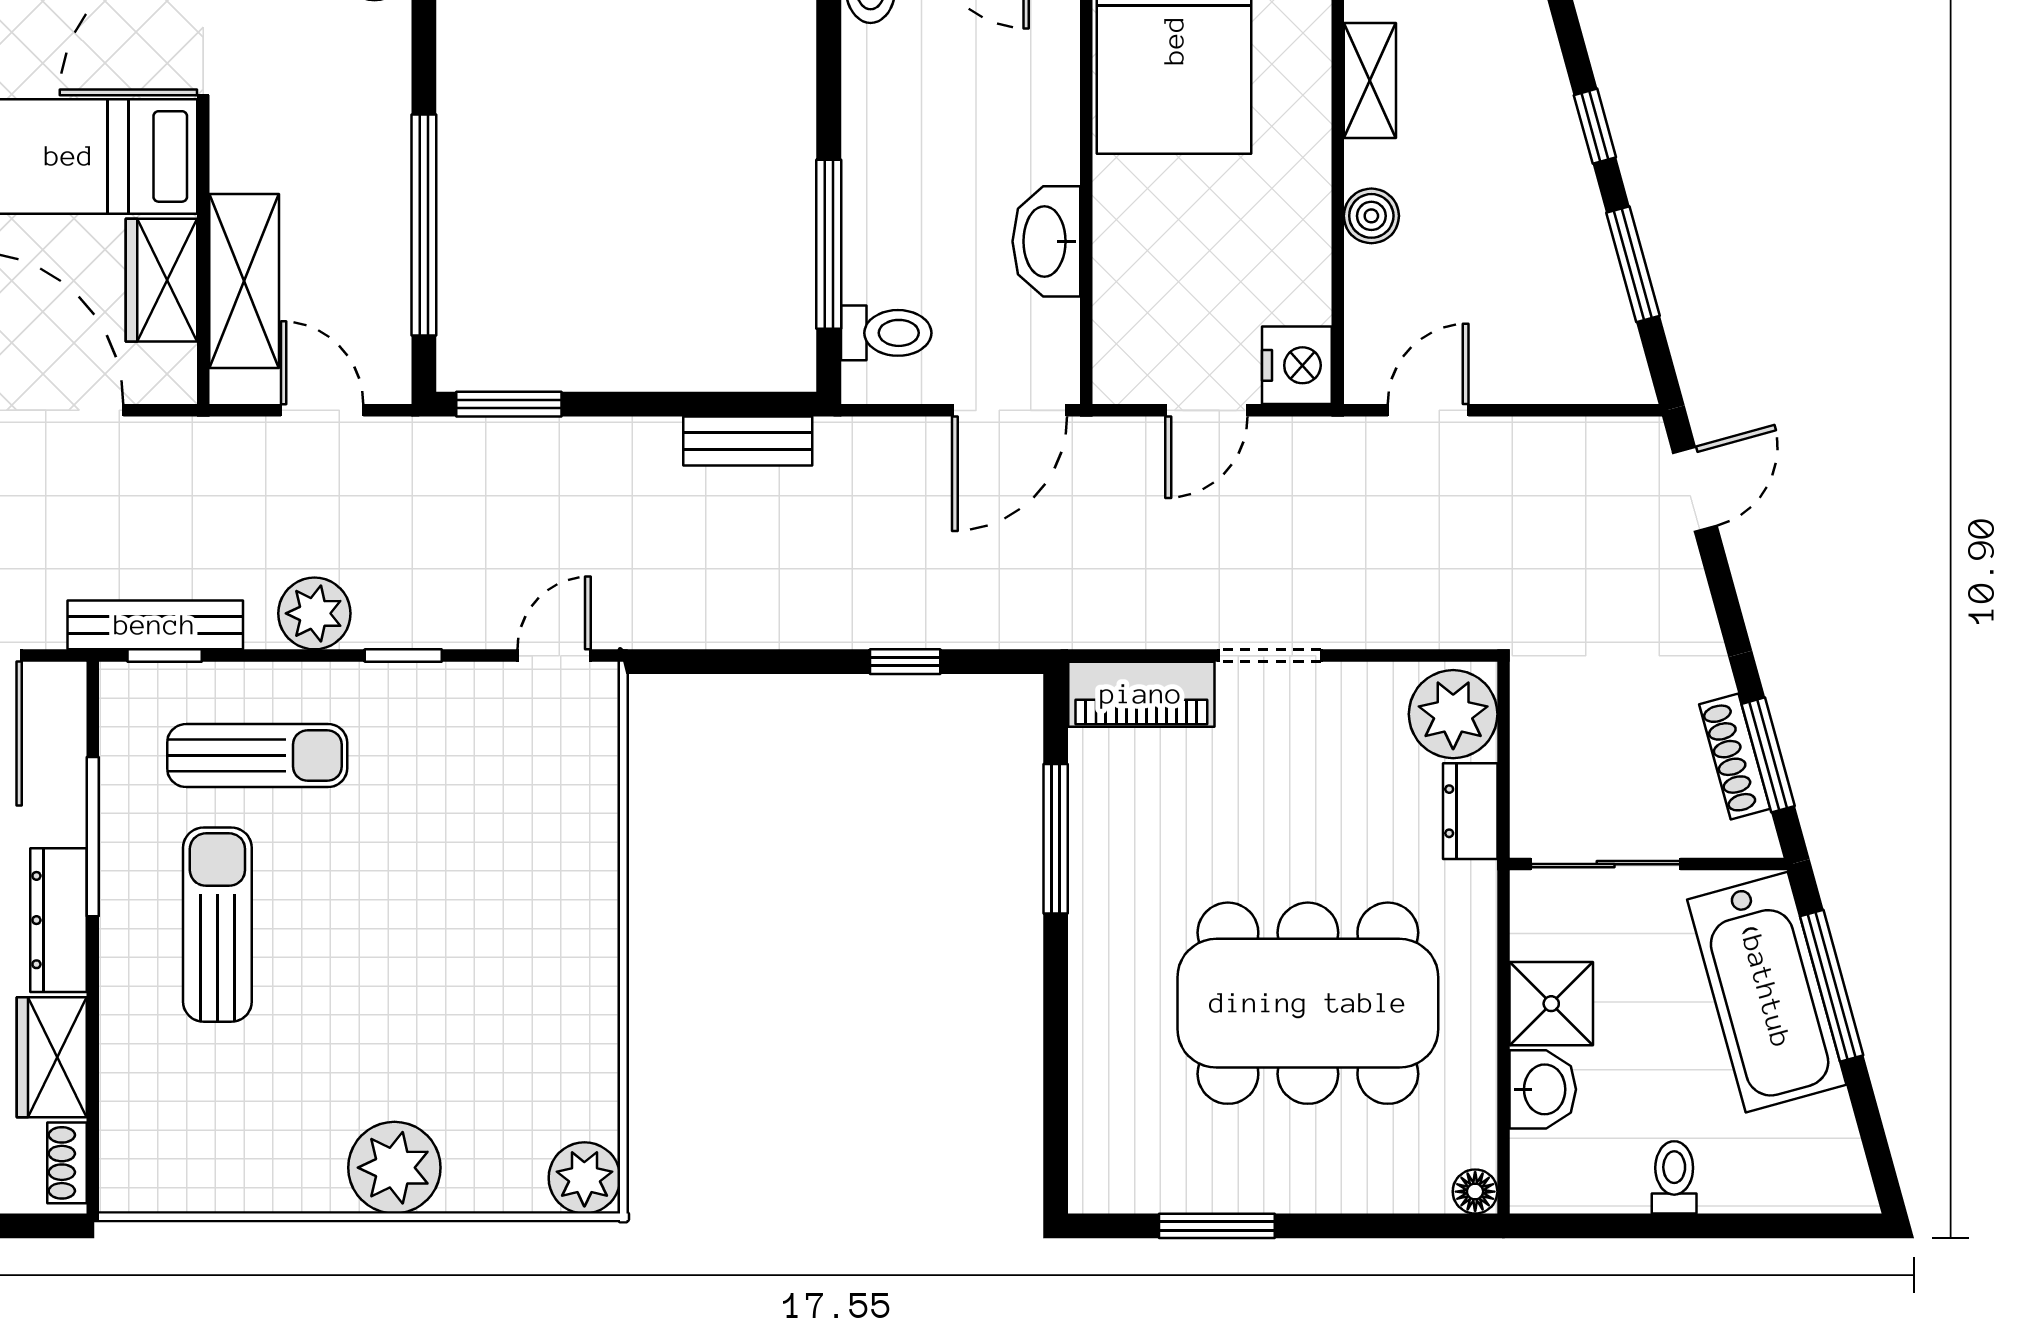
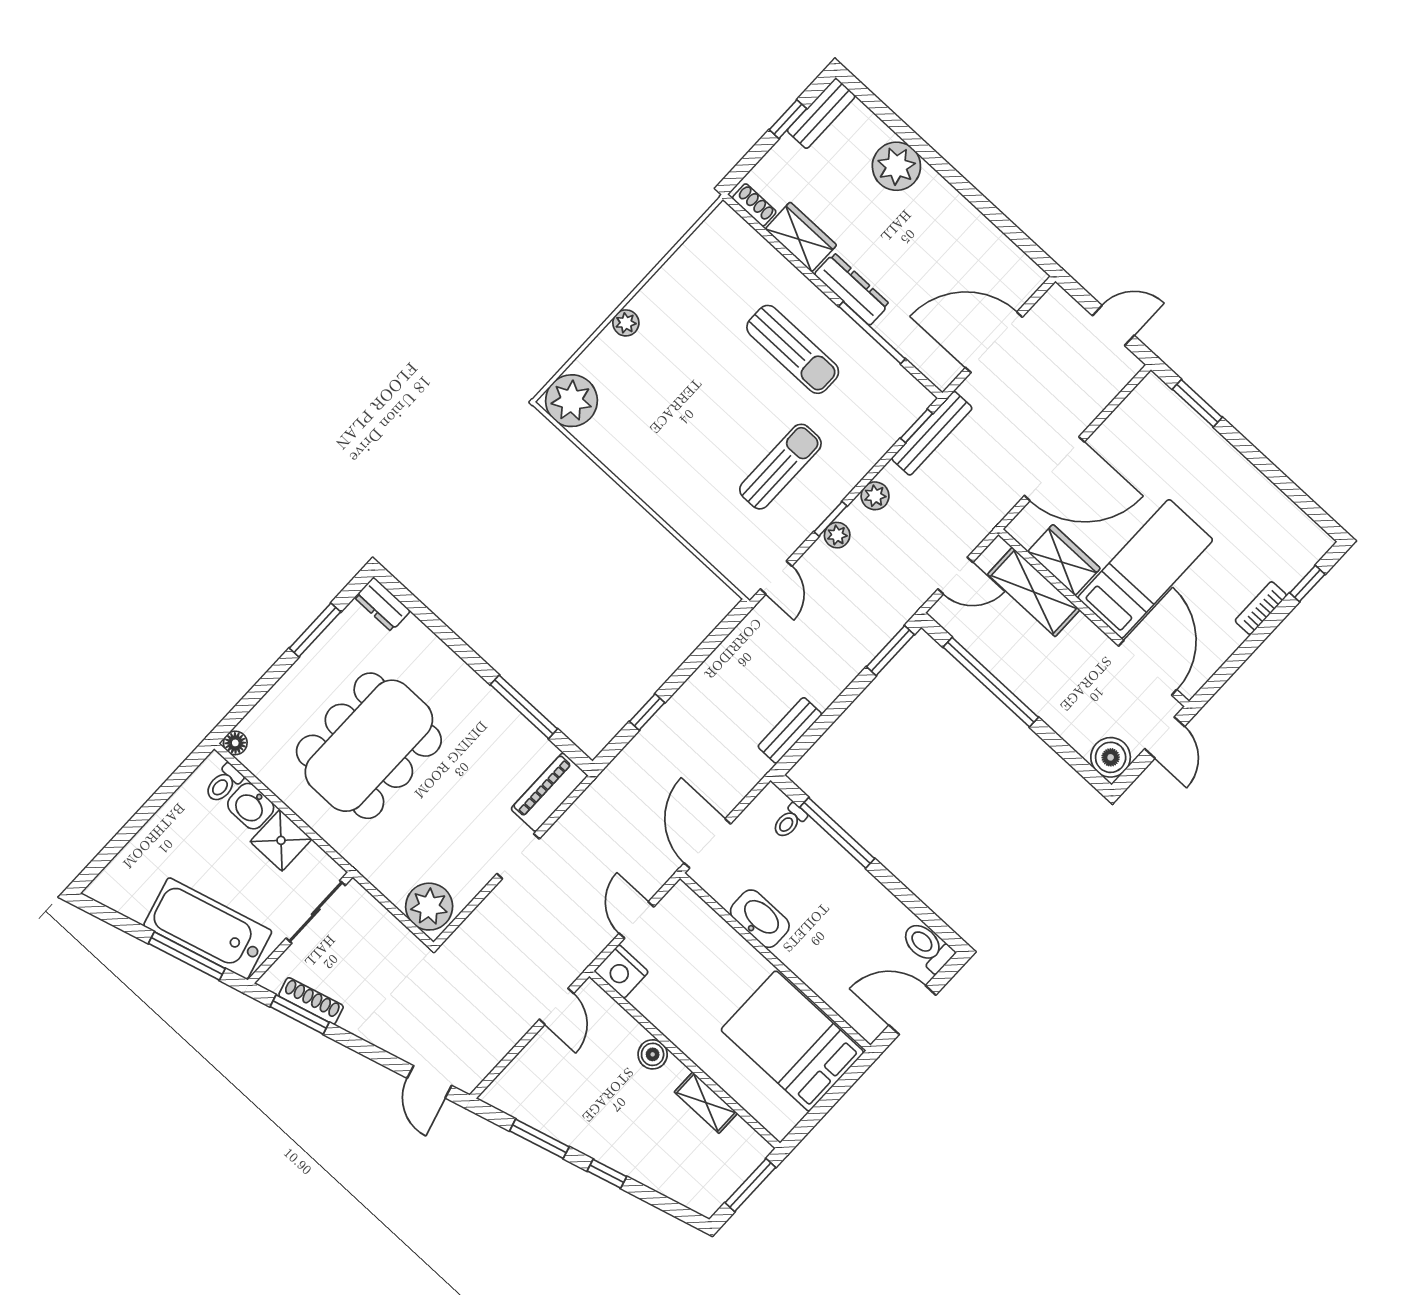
toilet: (886, 333) -> (789, 821), width x0.73, depth x0.72
plant: (314, 613) -> (875, 496), width x0.73, depth x0.73
plant: (417, 626) -> (837, 535), added
sun lounger: (257, 756) -> (780, 467), moved, turned 180
dresser: (1470, 811) -> (382, 604), moved, turned 180
plant: (394, 1168) -> (626, 323), width x0.53, depth x0.53
toilet: (1674, 1177) -> (224, 783), moved, turned 90
plant: (584, 1178) -> (571, 401), width x1.36, depth x1.36

